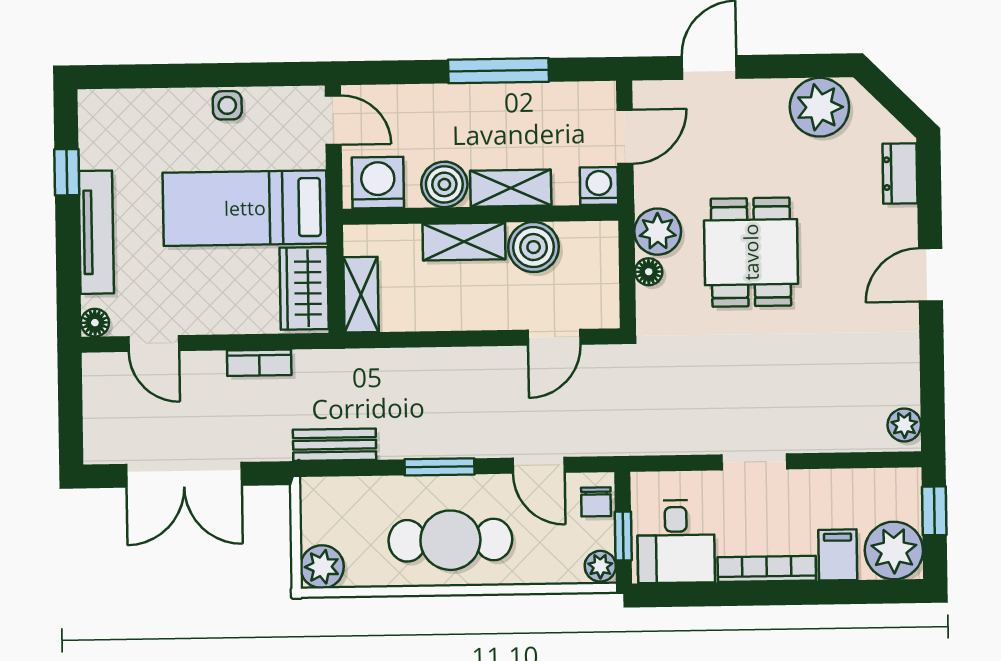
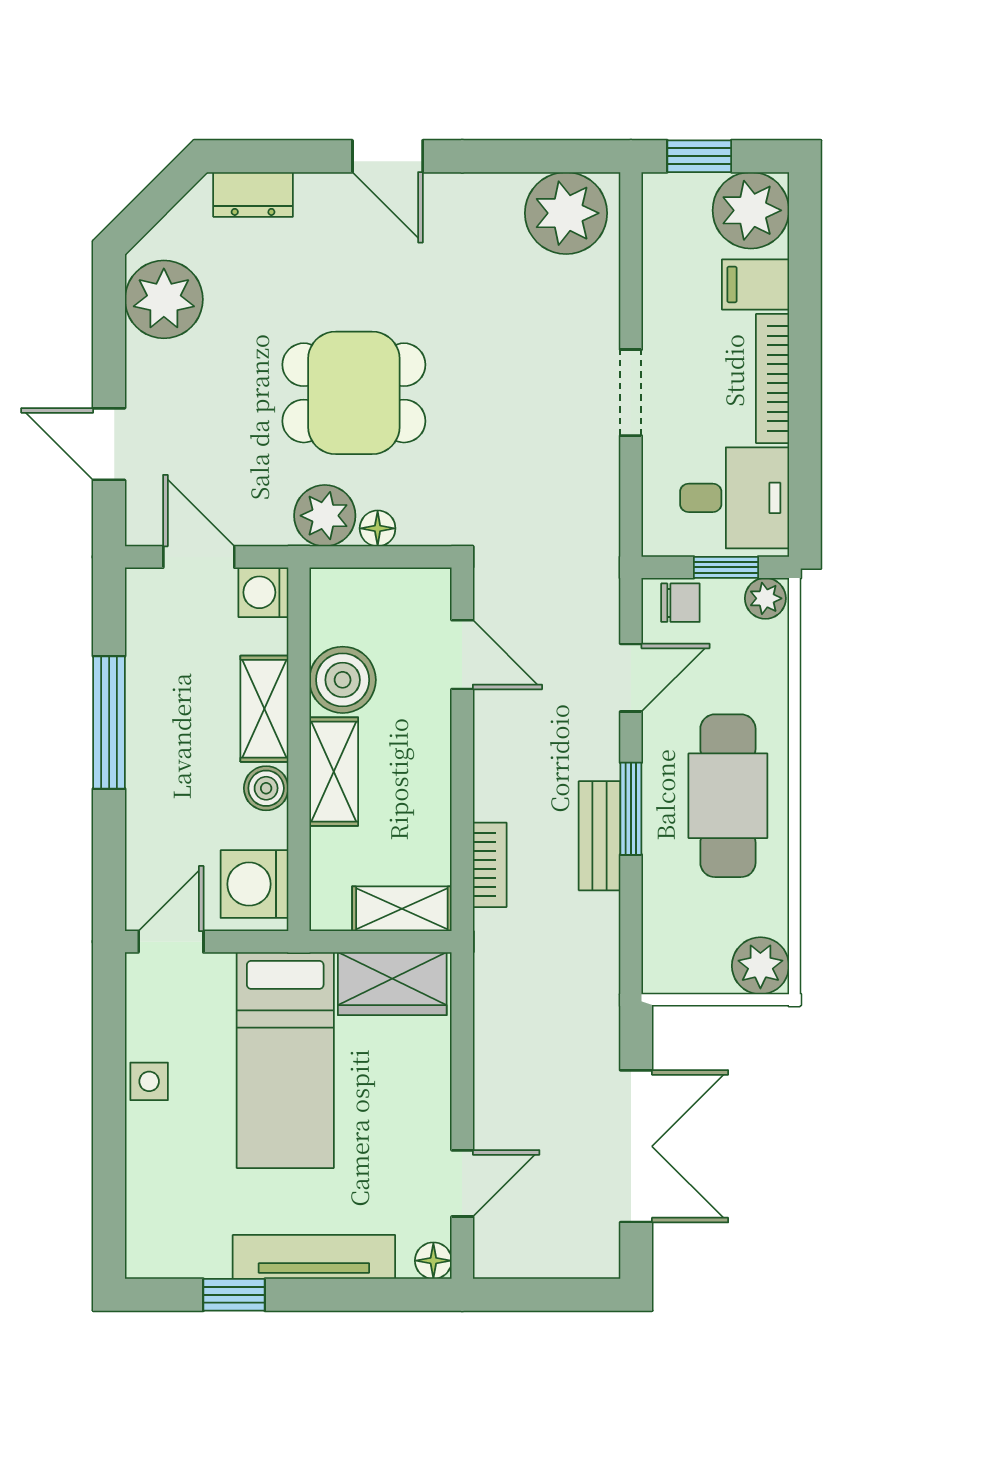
boiler: (444, 184) -> (266, 788), width x0.73, depth x0.73
bookcase: (259, 363) -> (490, 865), moved
plant: (904, 425) -> (566, 213), width x1.87, depth x1.87
bench: (335, 445) -> (600, 836), moved

